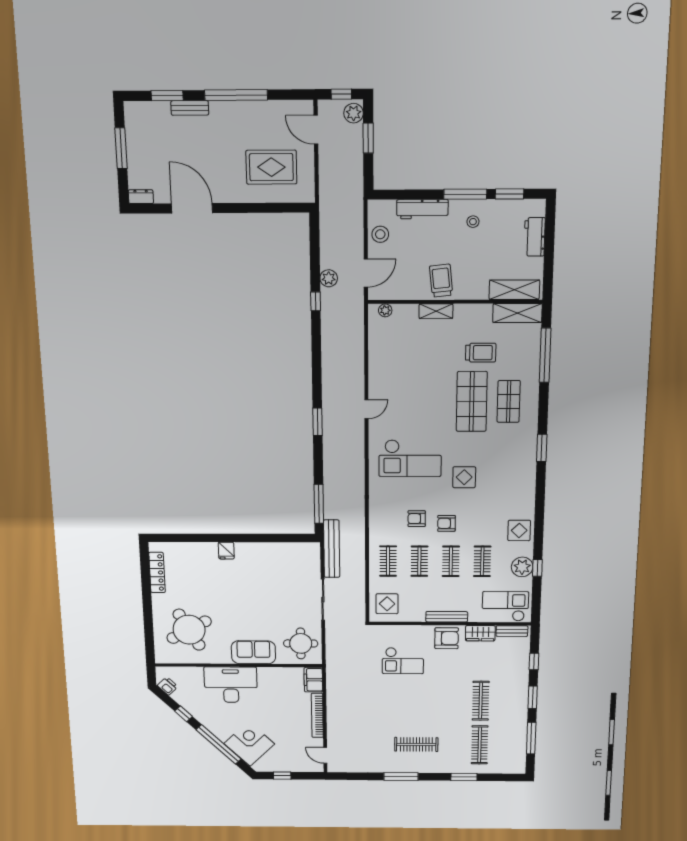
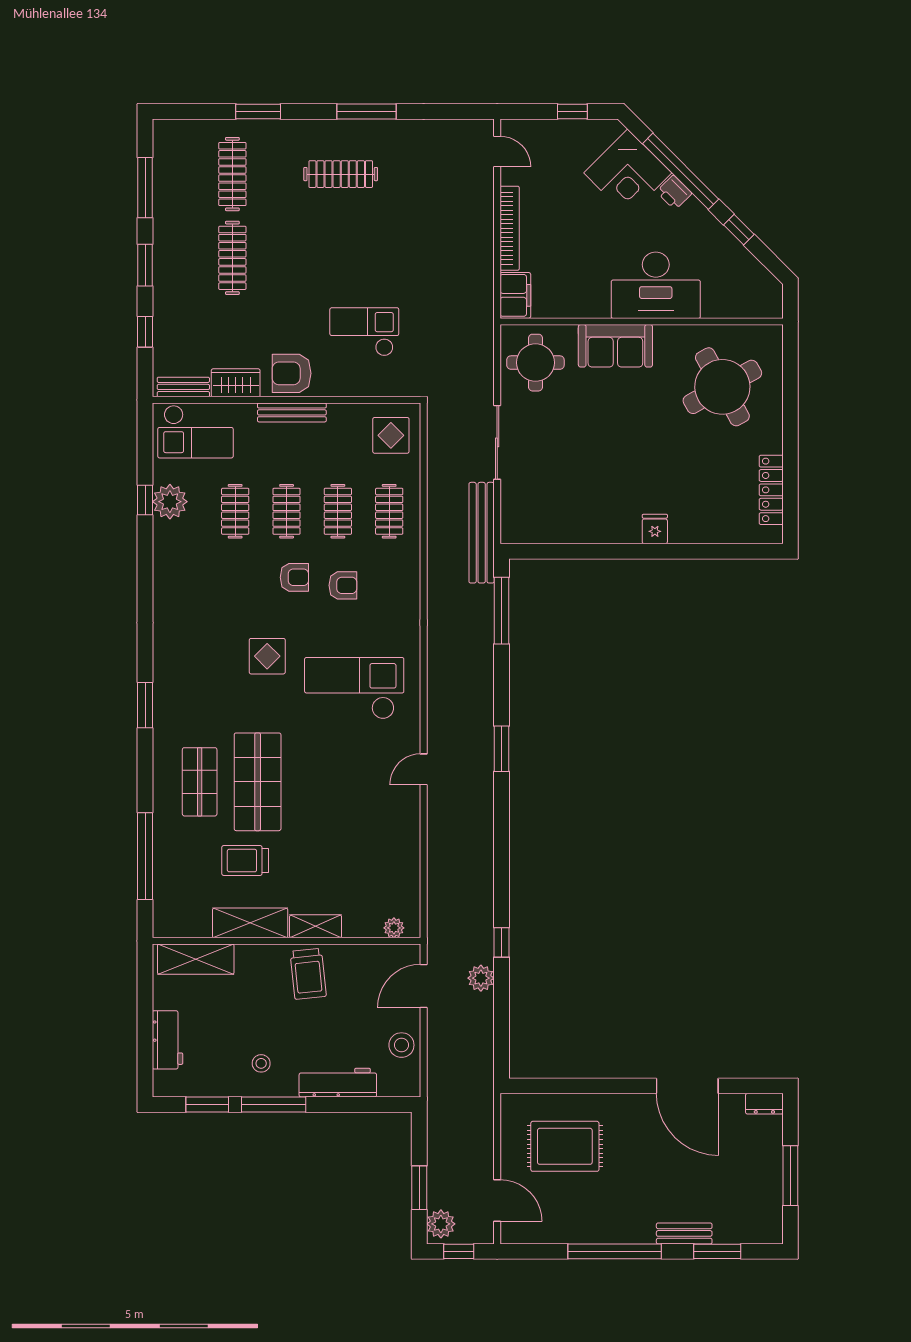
shelving: (517, 313) -> (250, 923), moved
display table: (519, 530) -> (177, 565), removed
printer: (168, 686) -> (674, 192), moved

